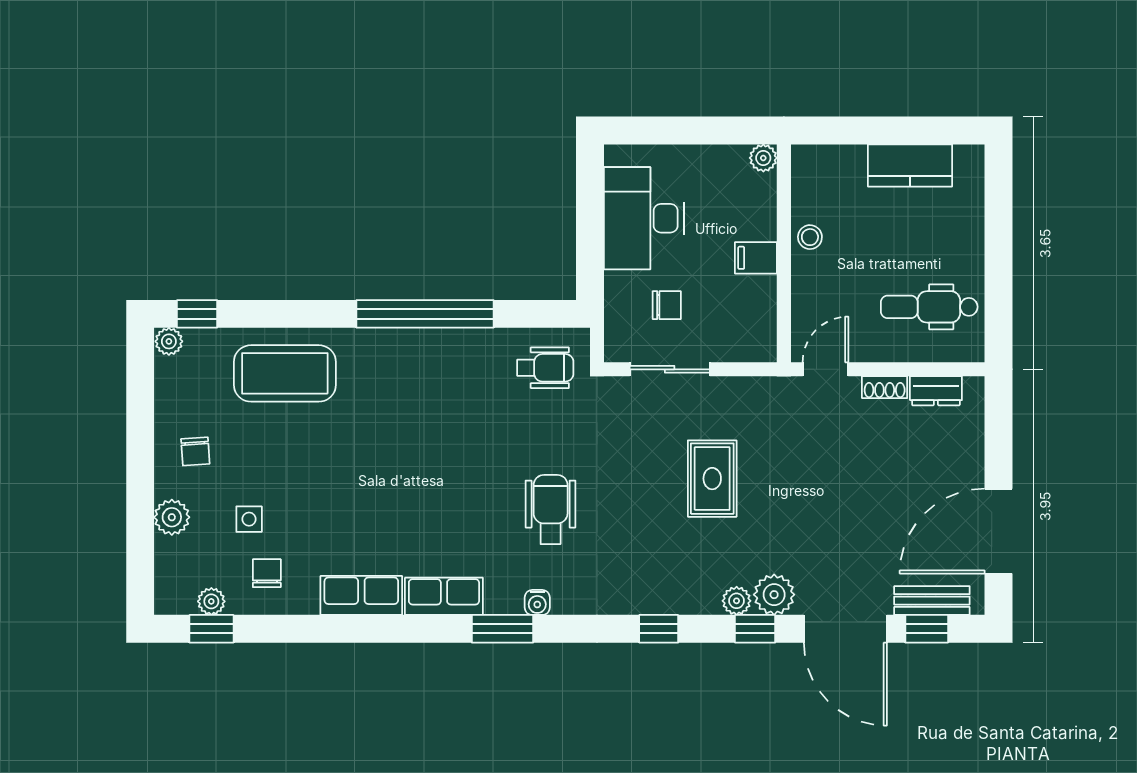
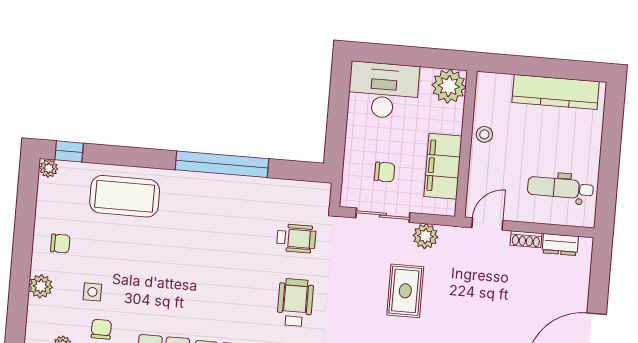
plant: (763, 158) -> (449, 86), width x1.88, depth x1.88
kitchen counter: (910, 165) -> (556, 92), width x1.50
desk: (644, 218) -> (383, 90), moved, turned 90
filing cabinet: (756, 258) -> (443, 166), width x3.00, depth x1.17
wheelchair: (545, 368) -> (296, 238), moved
plant: (735, 395) -> (425, 236), added
chair: (195, 451) -> (60, 243), turned -86

